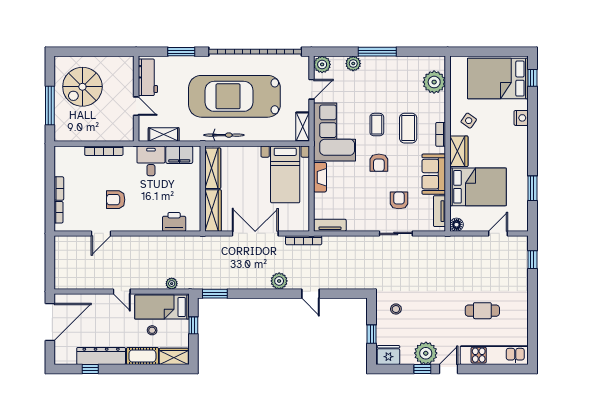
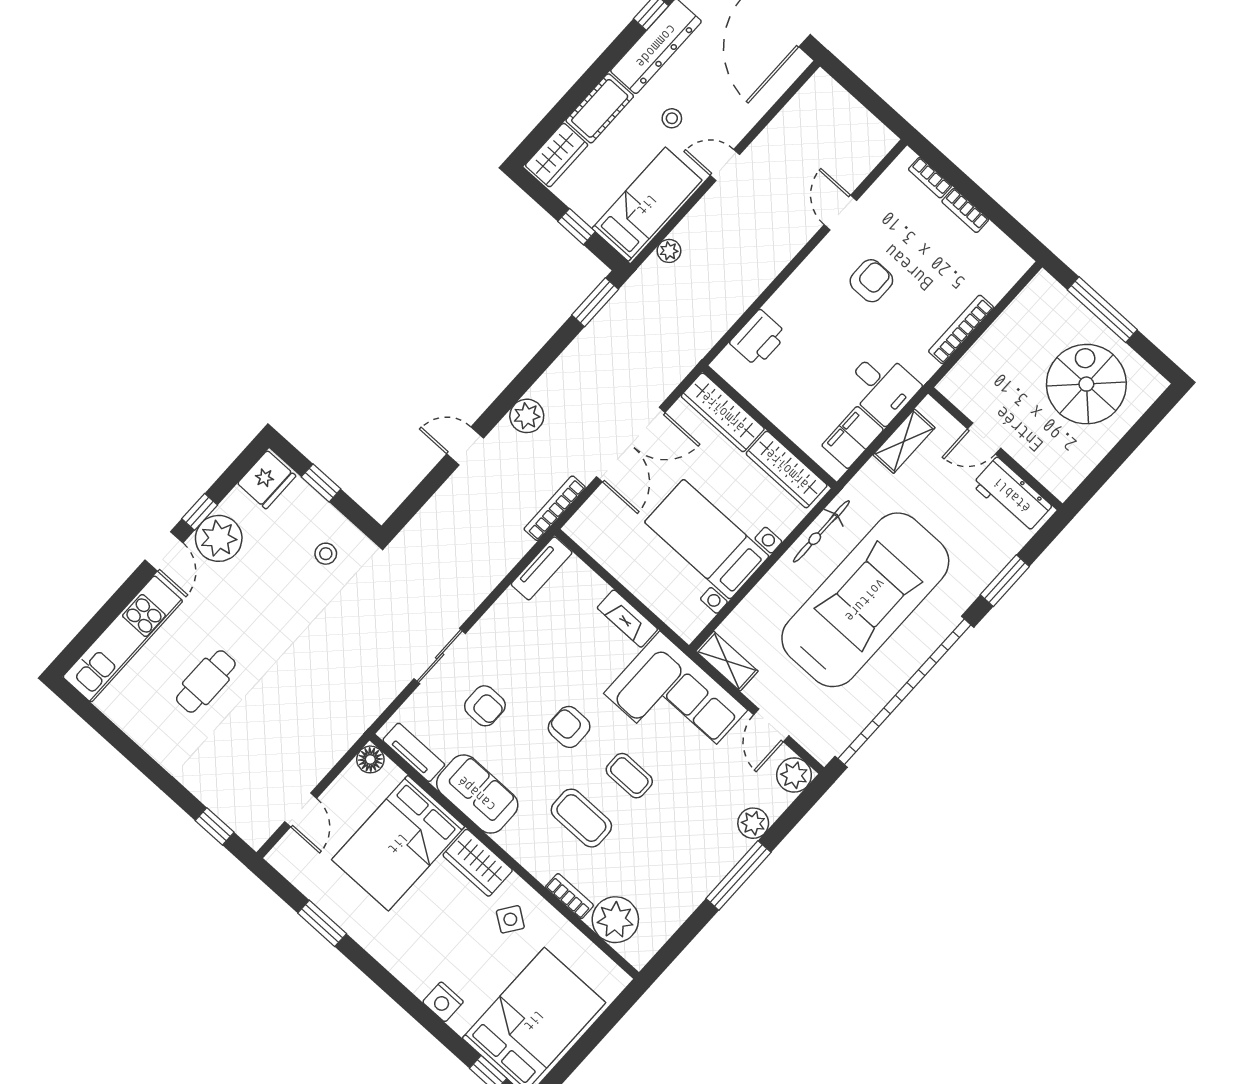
bookcase: (441, 134) -> (569, 896), moved
bed with nightstands: (285, 174) -> (707, 539), moved
stool: (152, 330) -> (672, 118), moved

